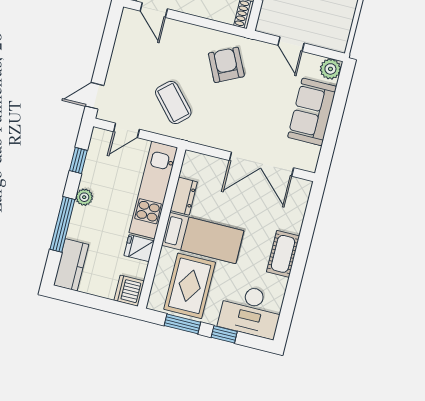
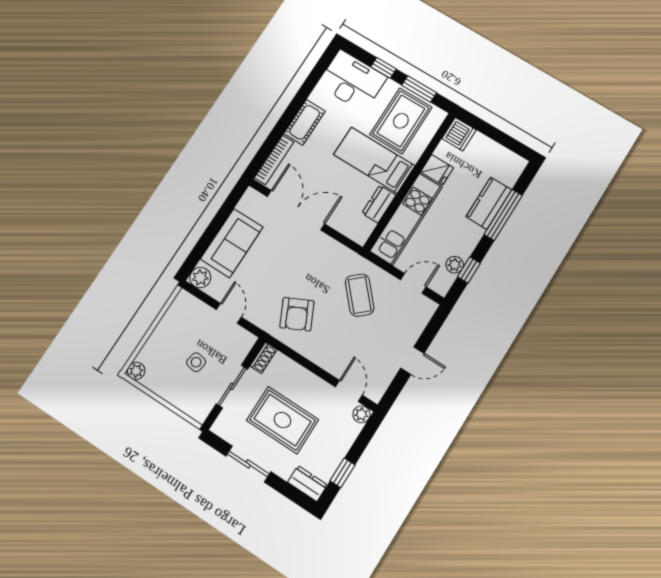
door: (94, 96) -> (412, 361), moved
plant: (84, 197) -> (455, 265), moved
bookcase: (300, 207) -> (274, 160), added
kitchen counter: (71, 265) -> (489, 203), moved

